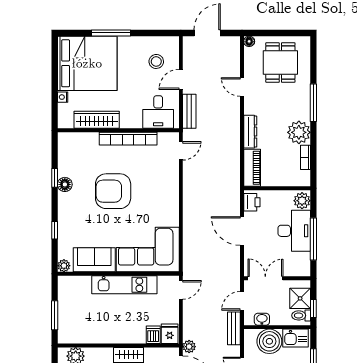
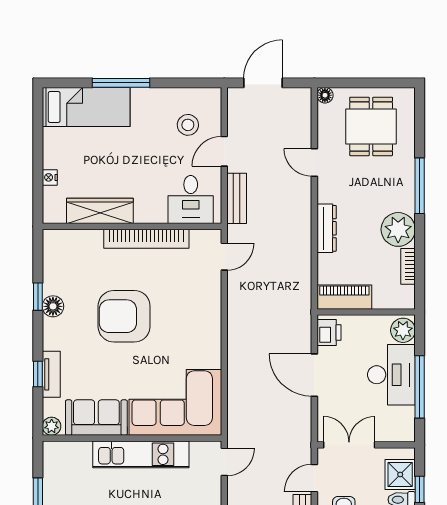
bed: (87, 63) -> (86, 107), width x0.49
piano: (252, 168) -> (344, 297), moved, turned -90
tv unit: (64, 230) -> (51, 374), added

